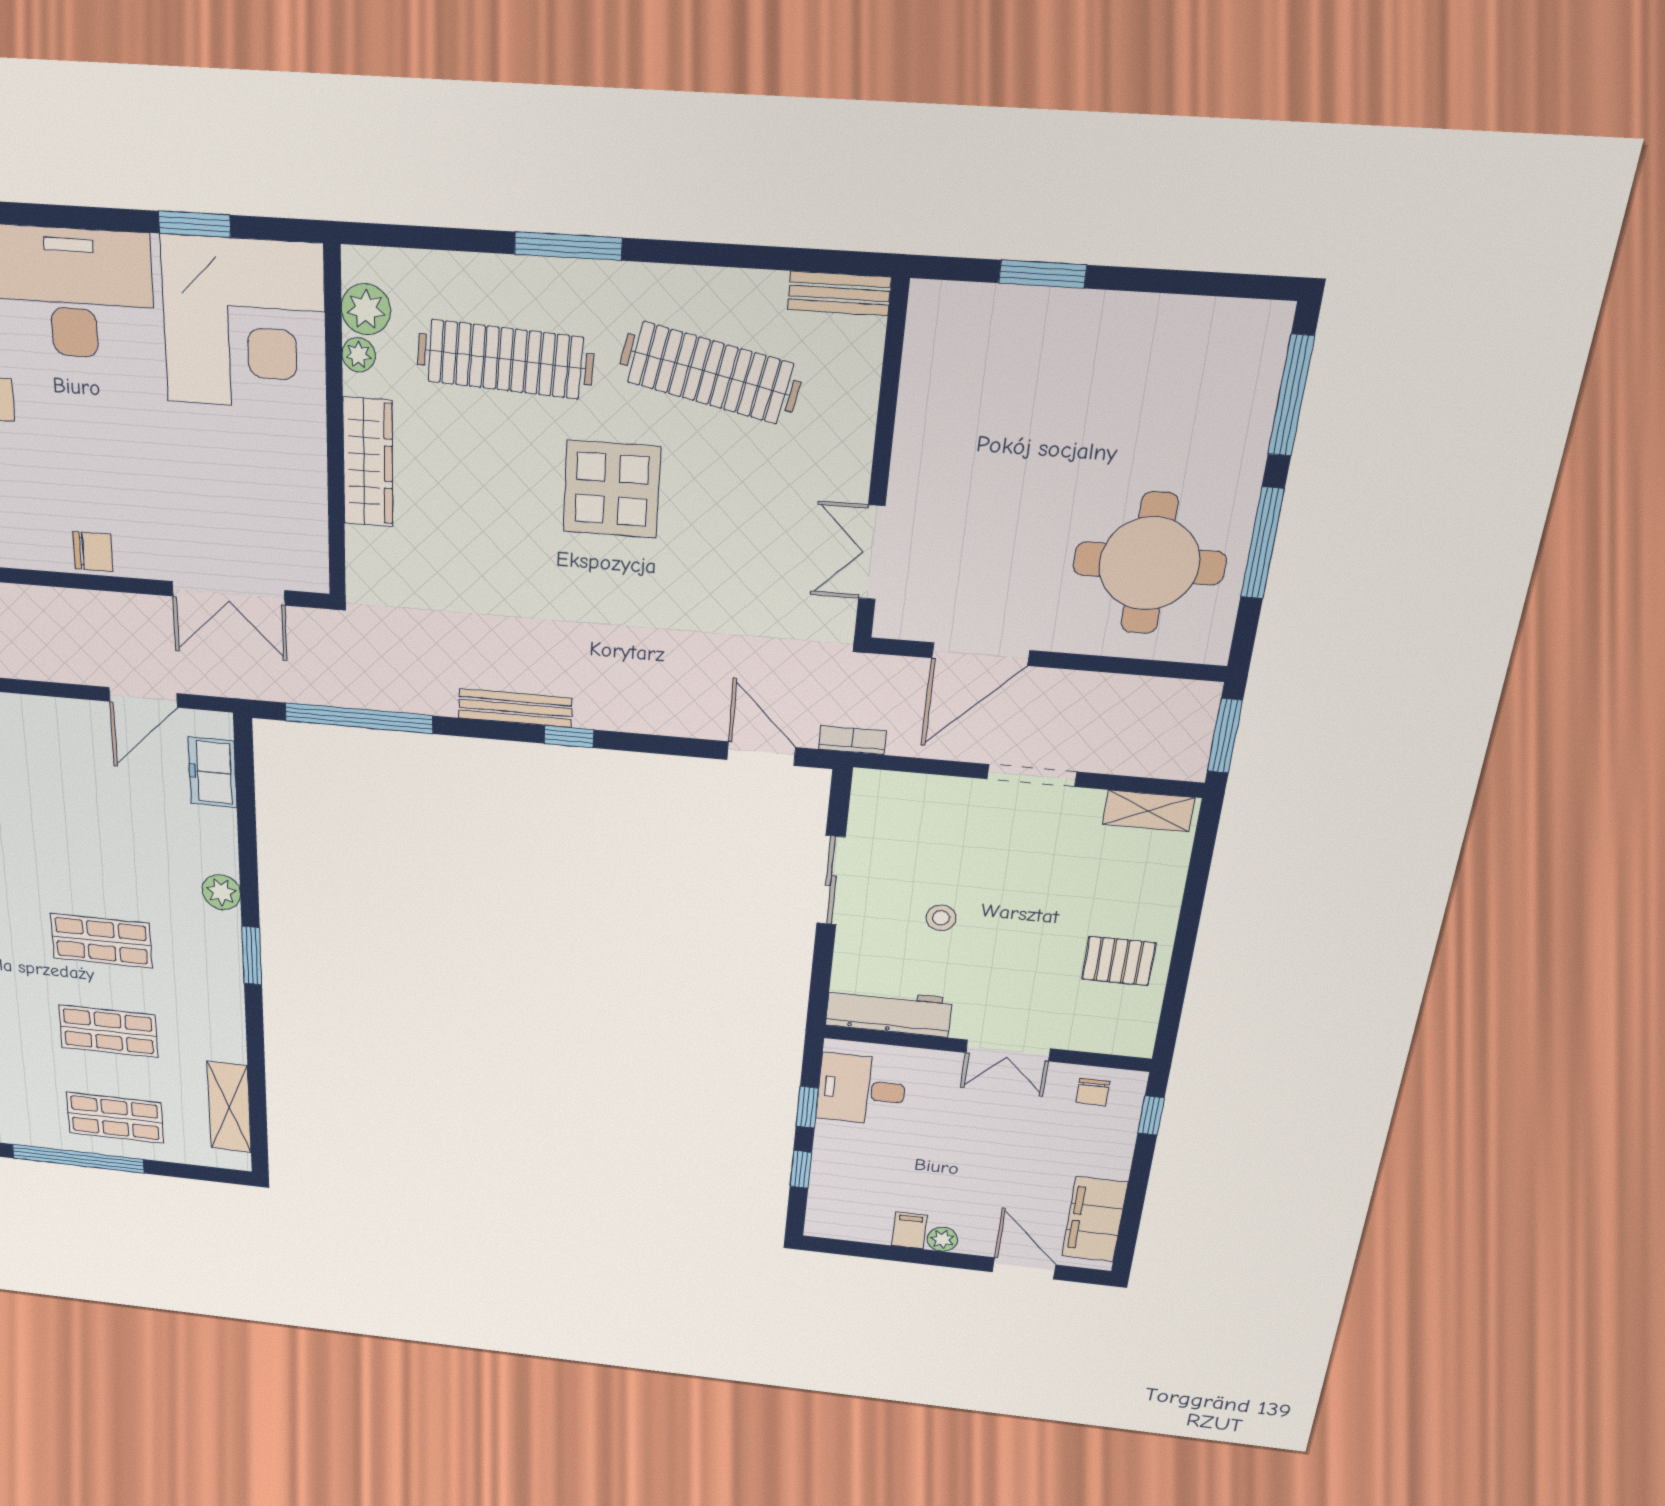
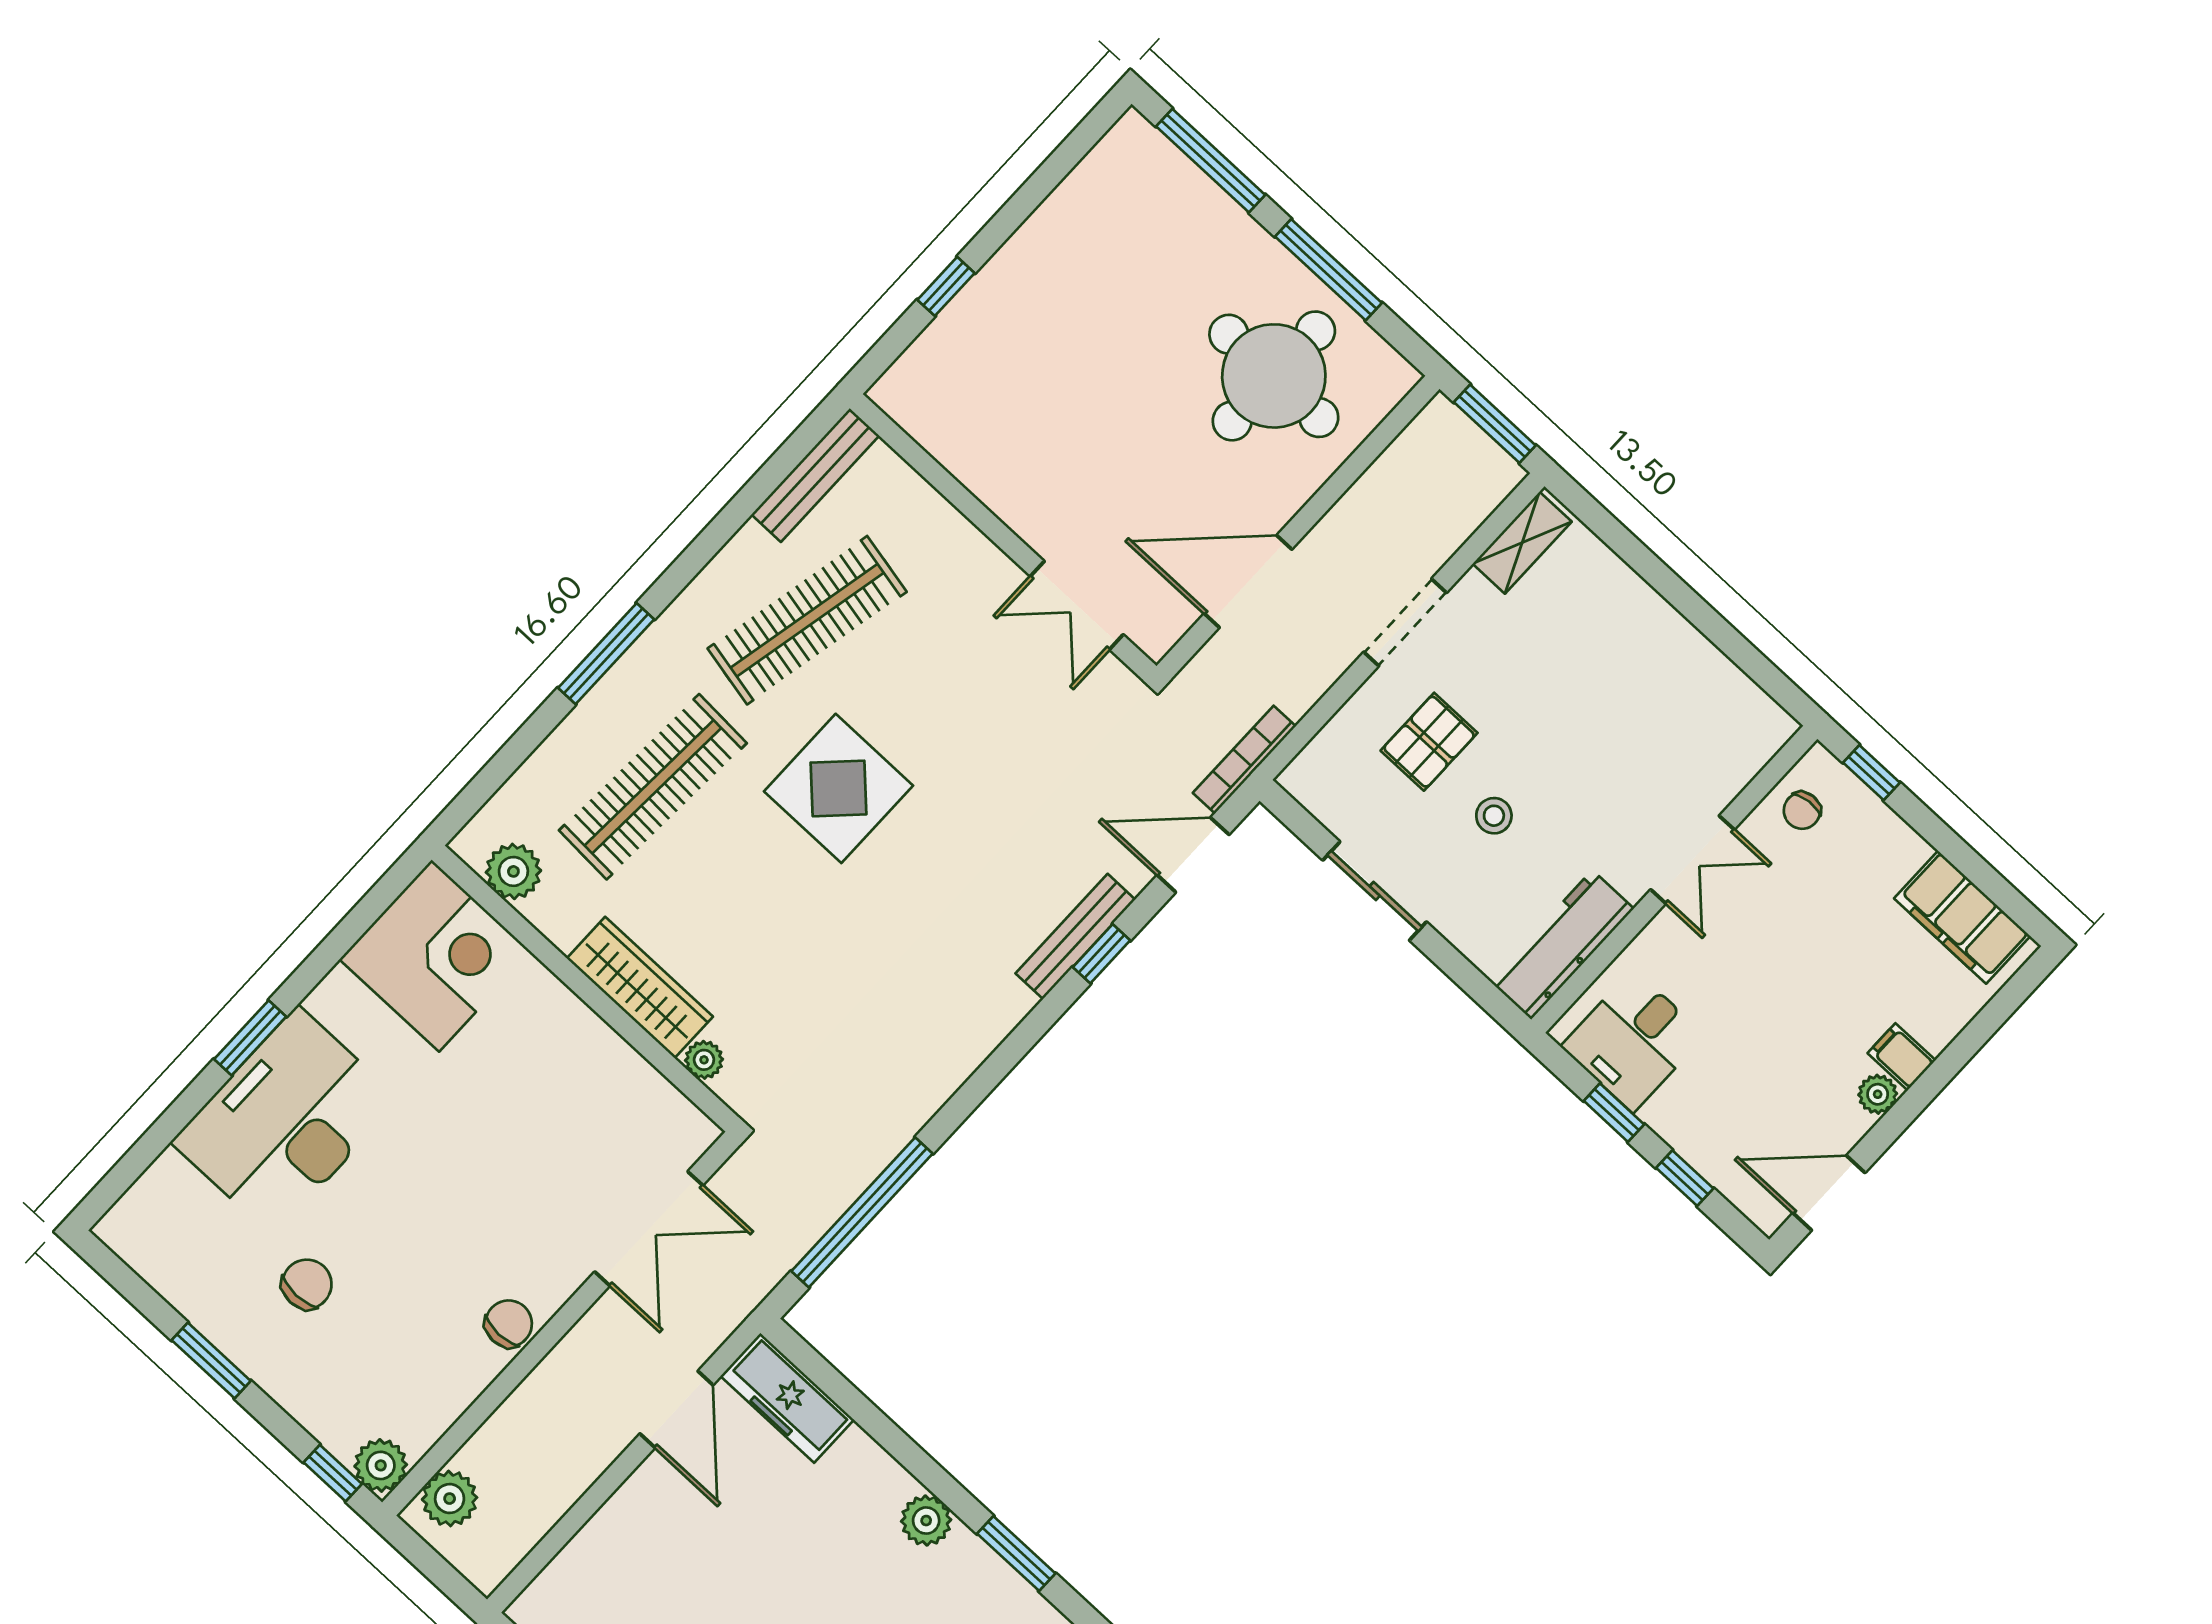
window: (194, 224) -> (250, 1038), moved
window: (1042, 274) -> (946, 286), width x0.67
bench: (839, 293) -> (815, 475), width x1.36
corner desk: (244, 324) -> (435, 956), width x0.74, depth x0.74
plant: (359, 355) -> (704, 1060), moved
door: (980, 654) -> (1248, 581), swing flipped
bench: (515, 708) -> (1075, 936), moved
window: (569, 737) -> (1102, 954), moved
bookcase: (852, 740) -> (1244, 760), width x1.56
freezer: (212, 772) -> (788, 1398), width x1.40
pallet: (1119, 961) -> (1429, 742), moved
chair: (1093, 1092) -> (1802, 811), turned 85
filing cabinet: (909, 1230) -> (1902, 1057), moved
door: (1024, 1268) -> (1829, 1193), moved

